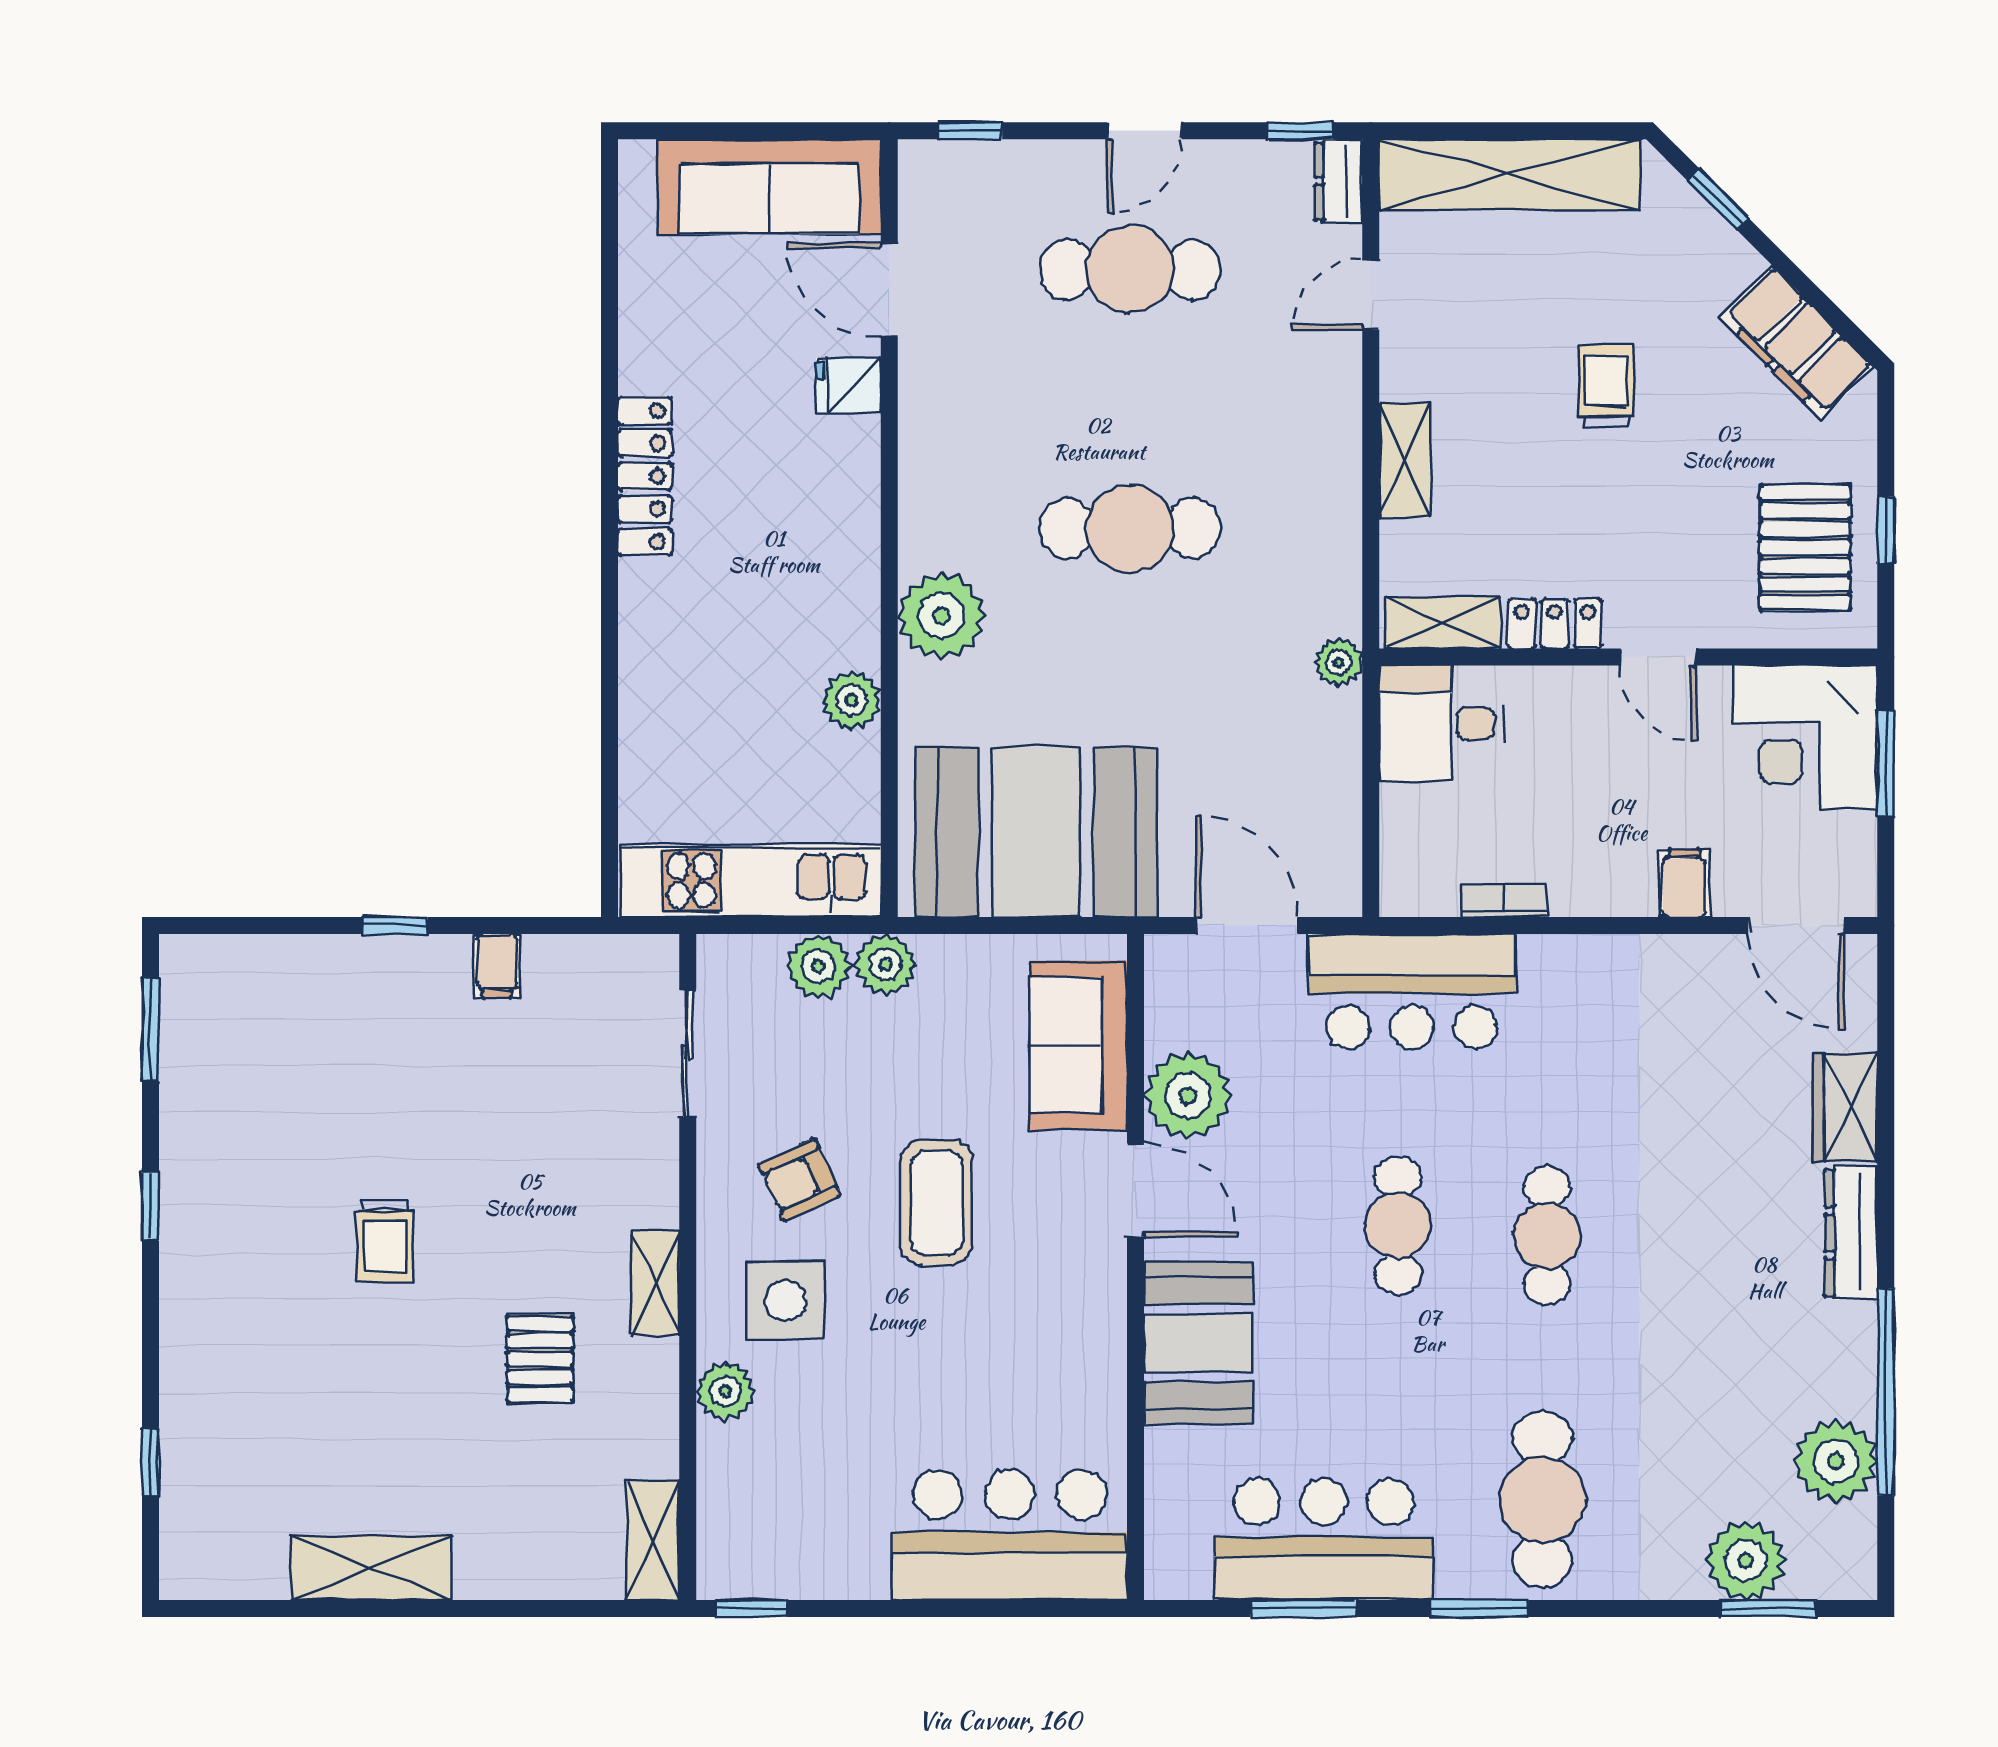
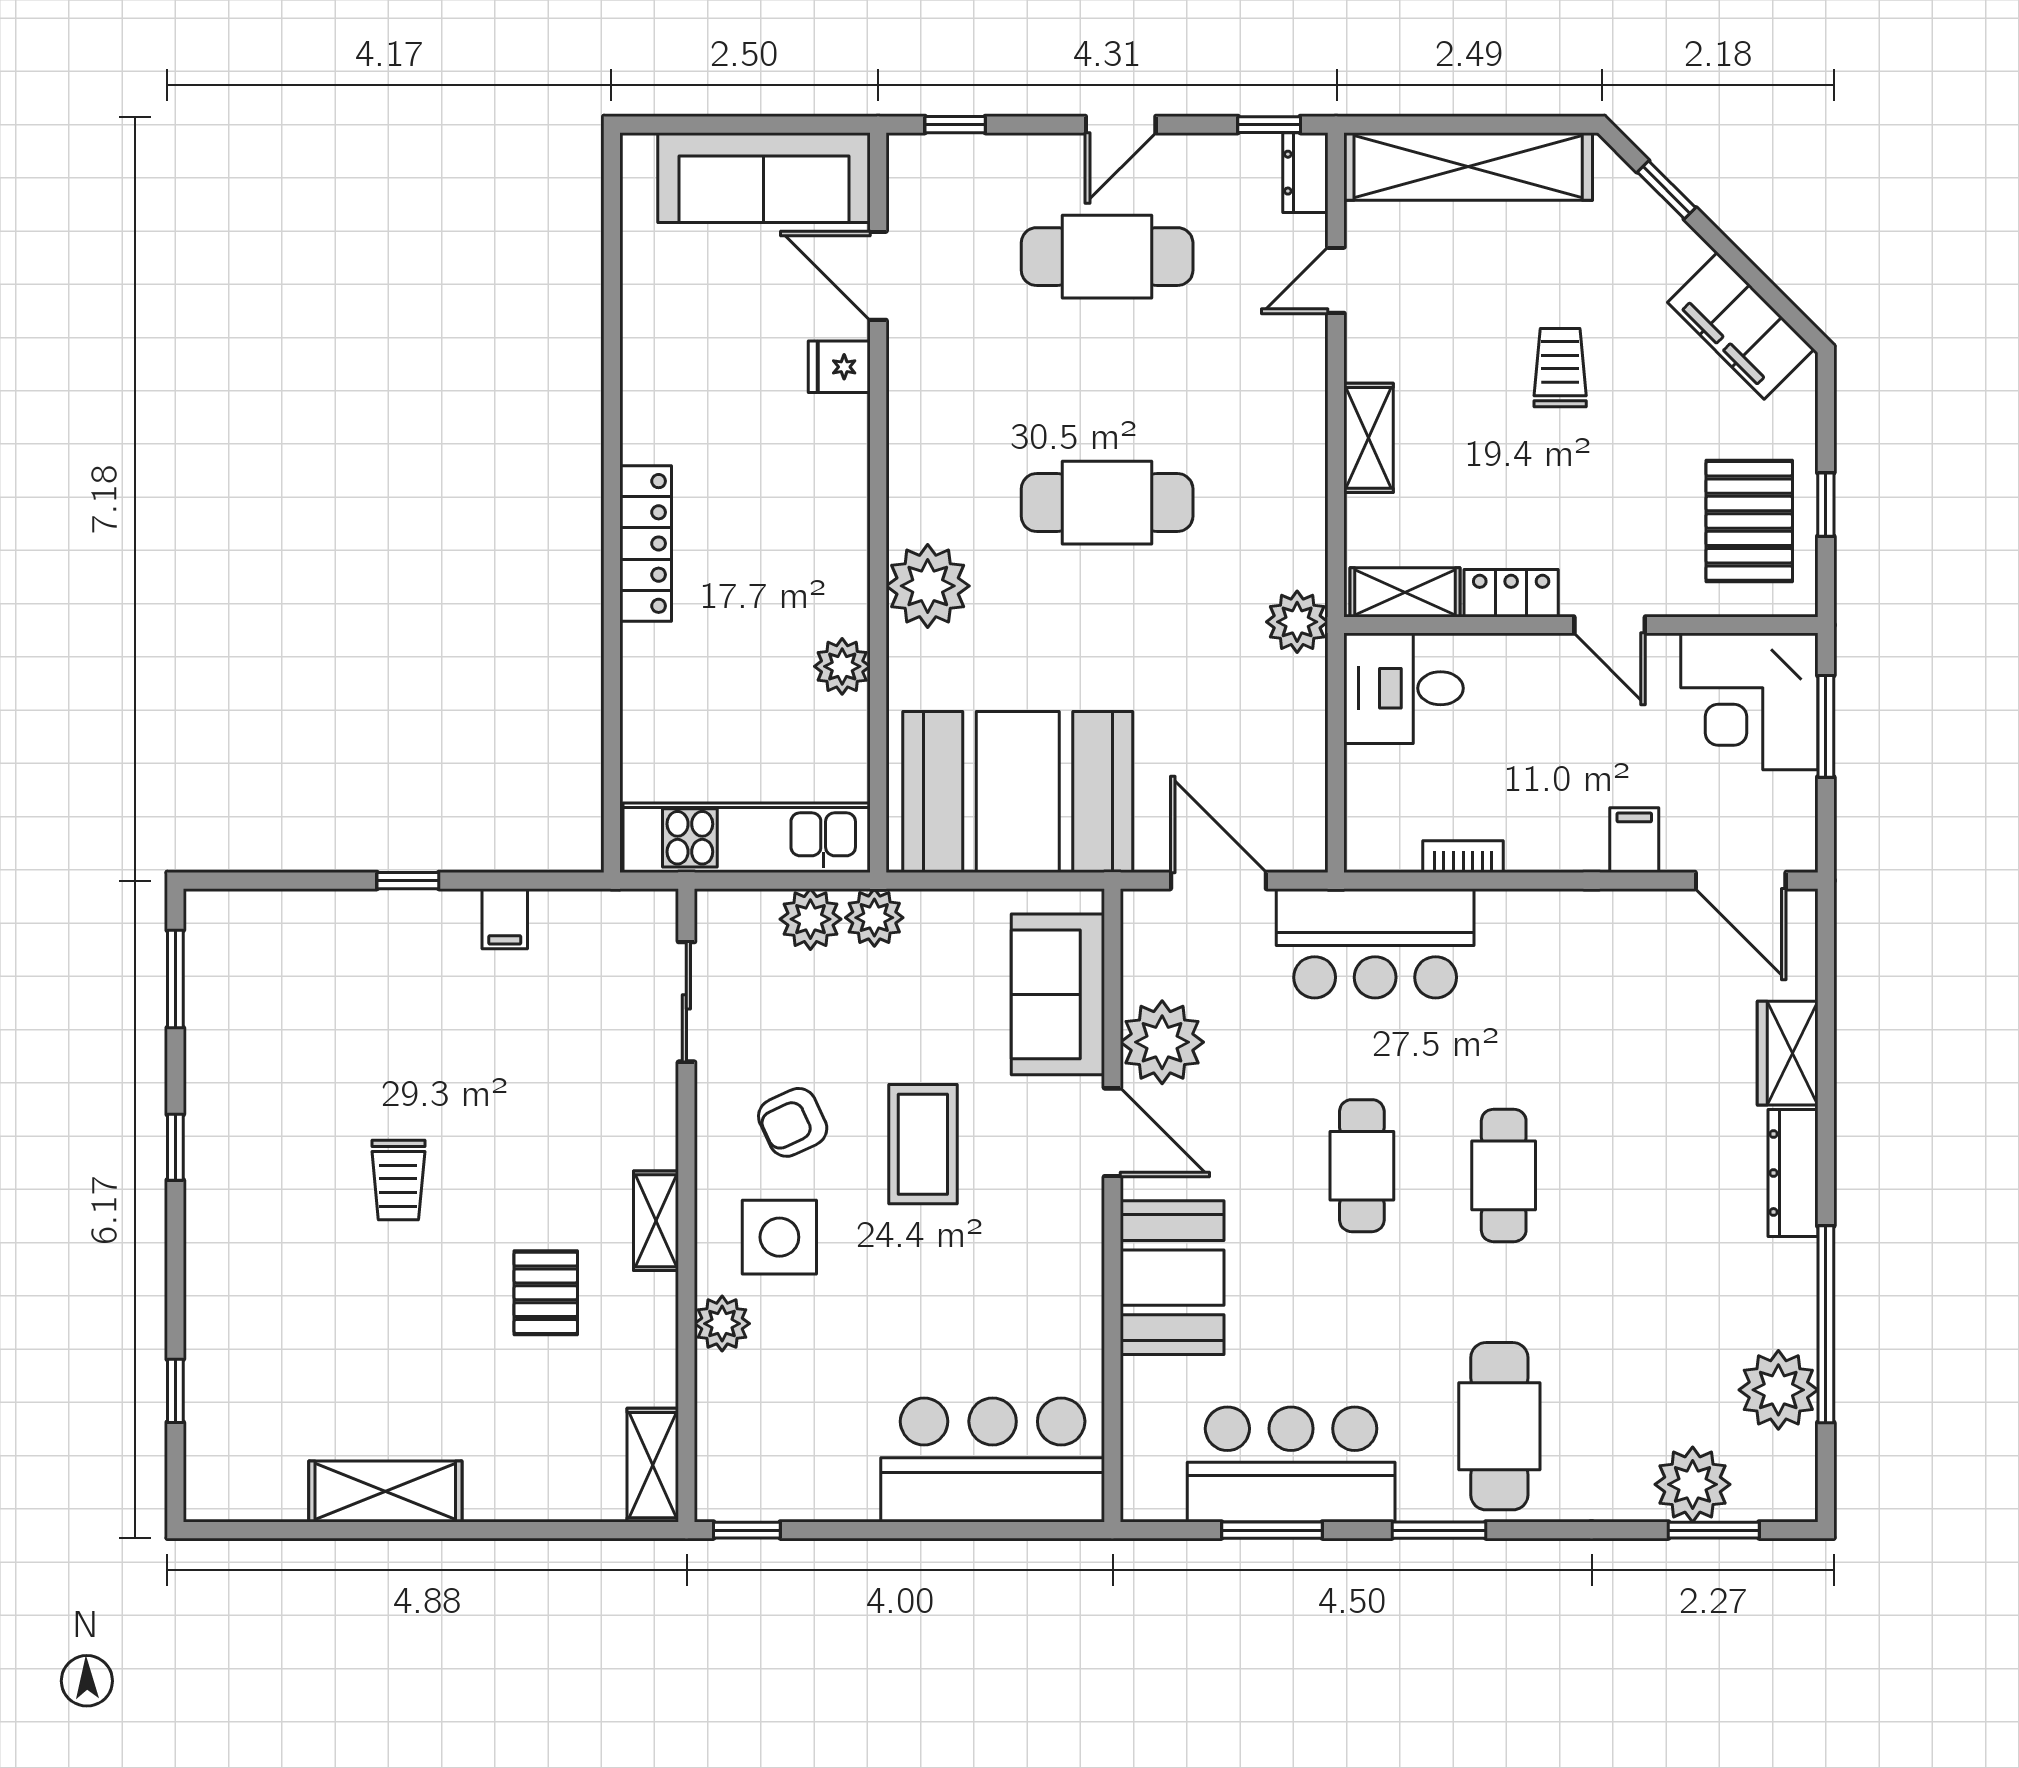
locker: (645, 476) -> (646, 543), moved
plant: (1339, 662) -> (1297, 622), width x1.38, depth x1.38

